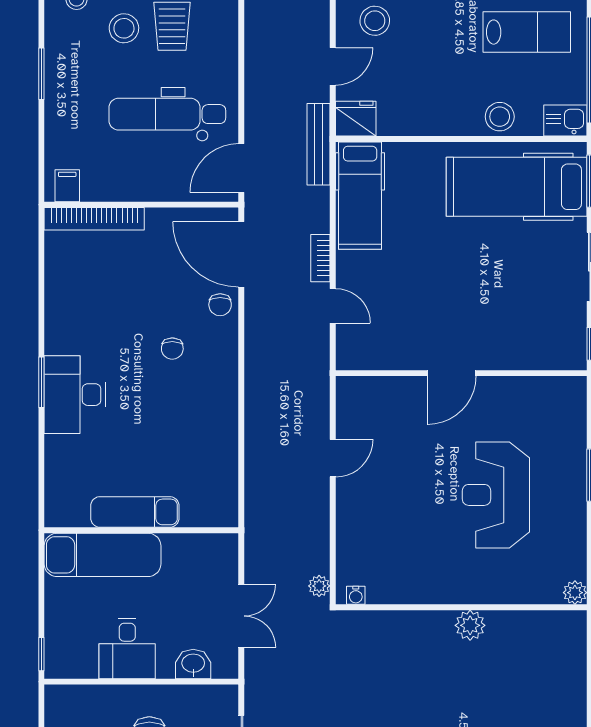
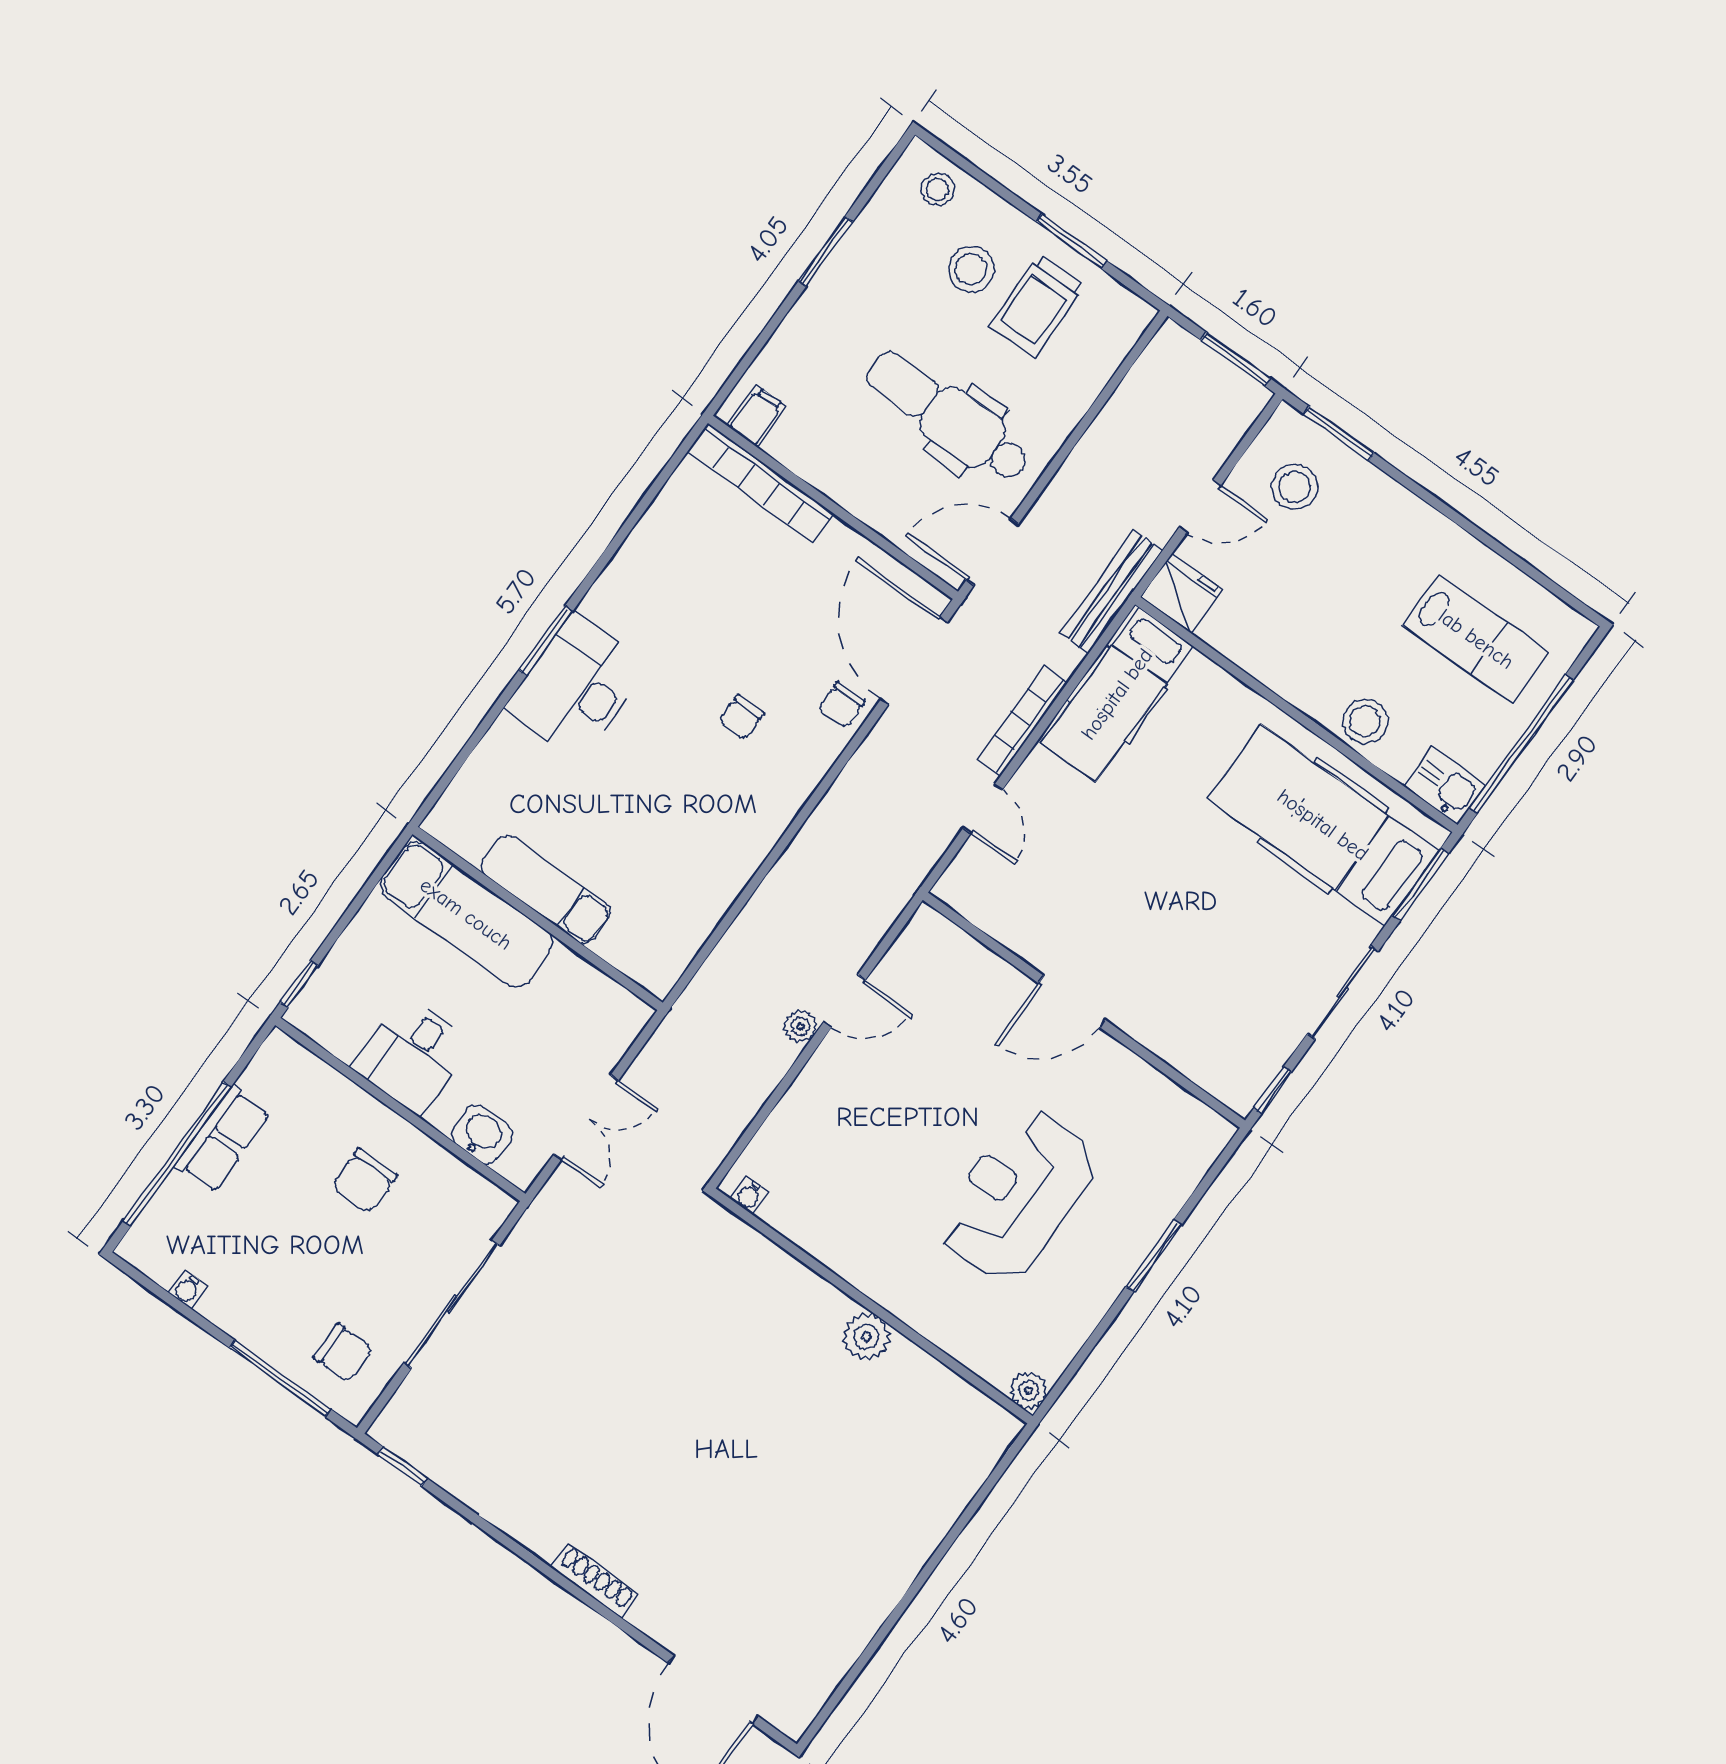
bookcase: (320, 258) -> (1022, 721), width x1.56
plant: (319, 586) -> (800, 1026), moved

